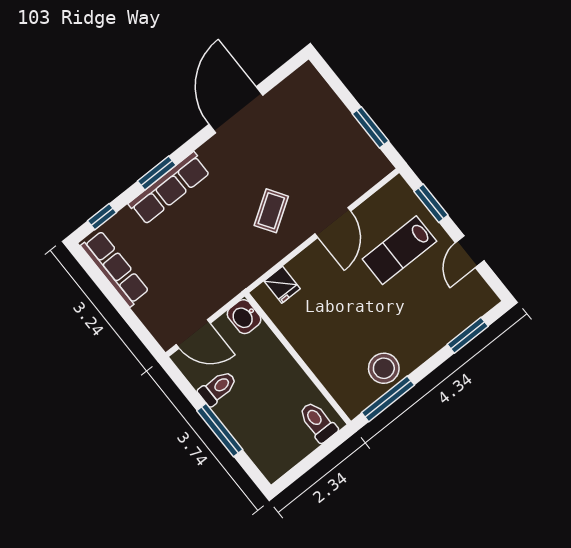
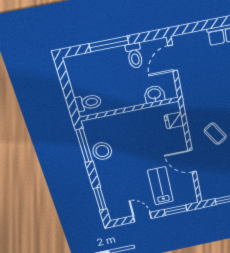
washbasin: (244, 317) -> (154, 94), moved

